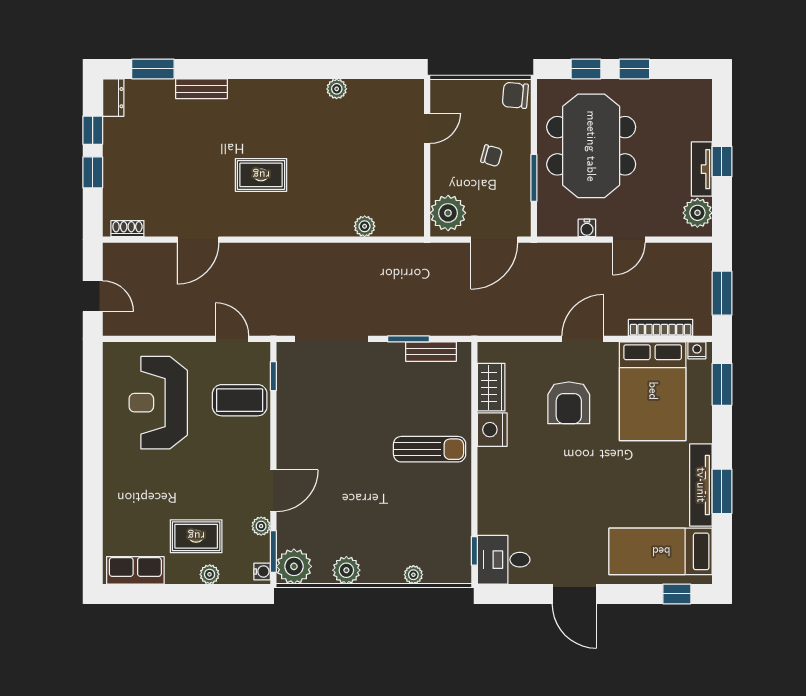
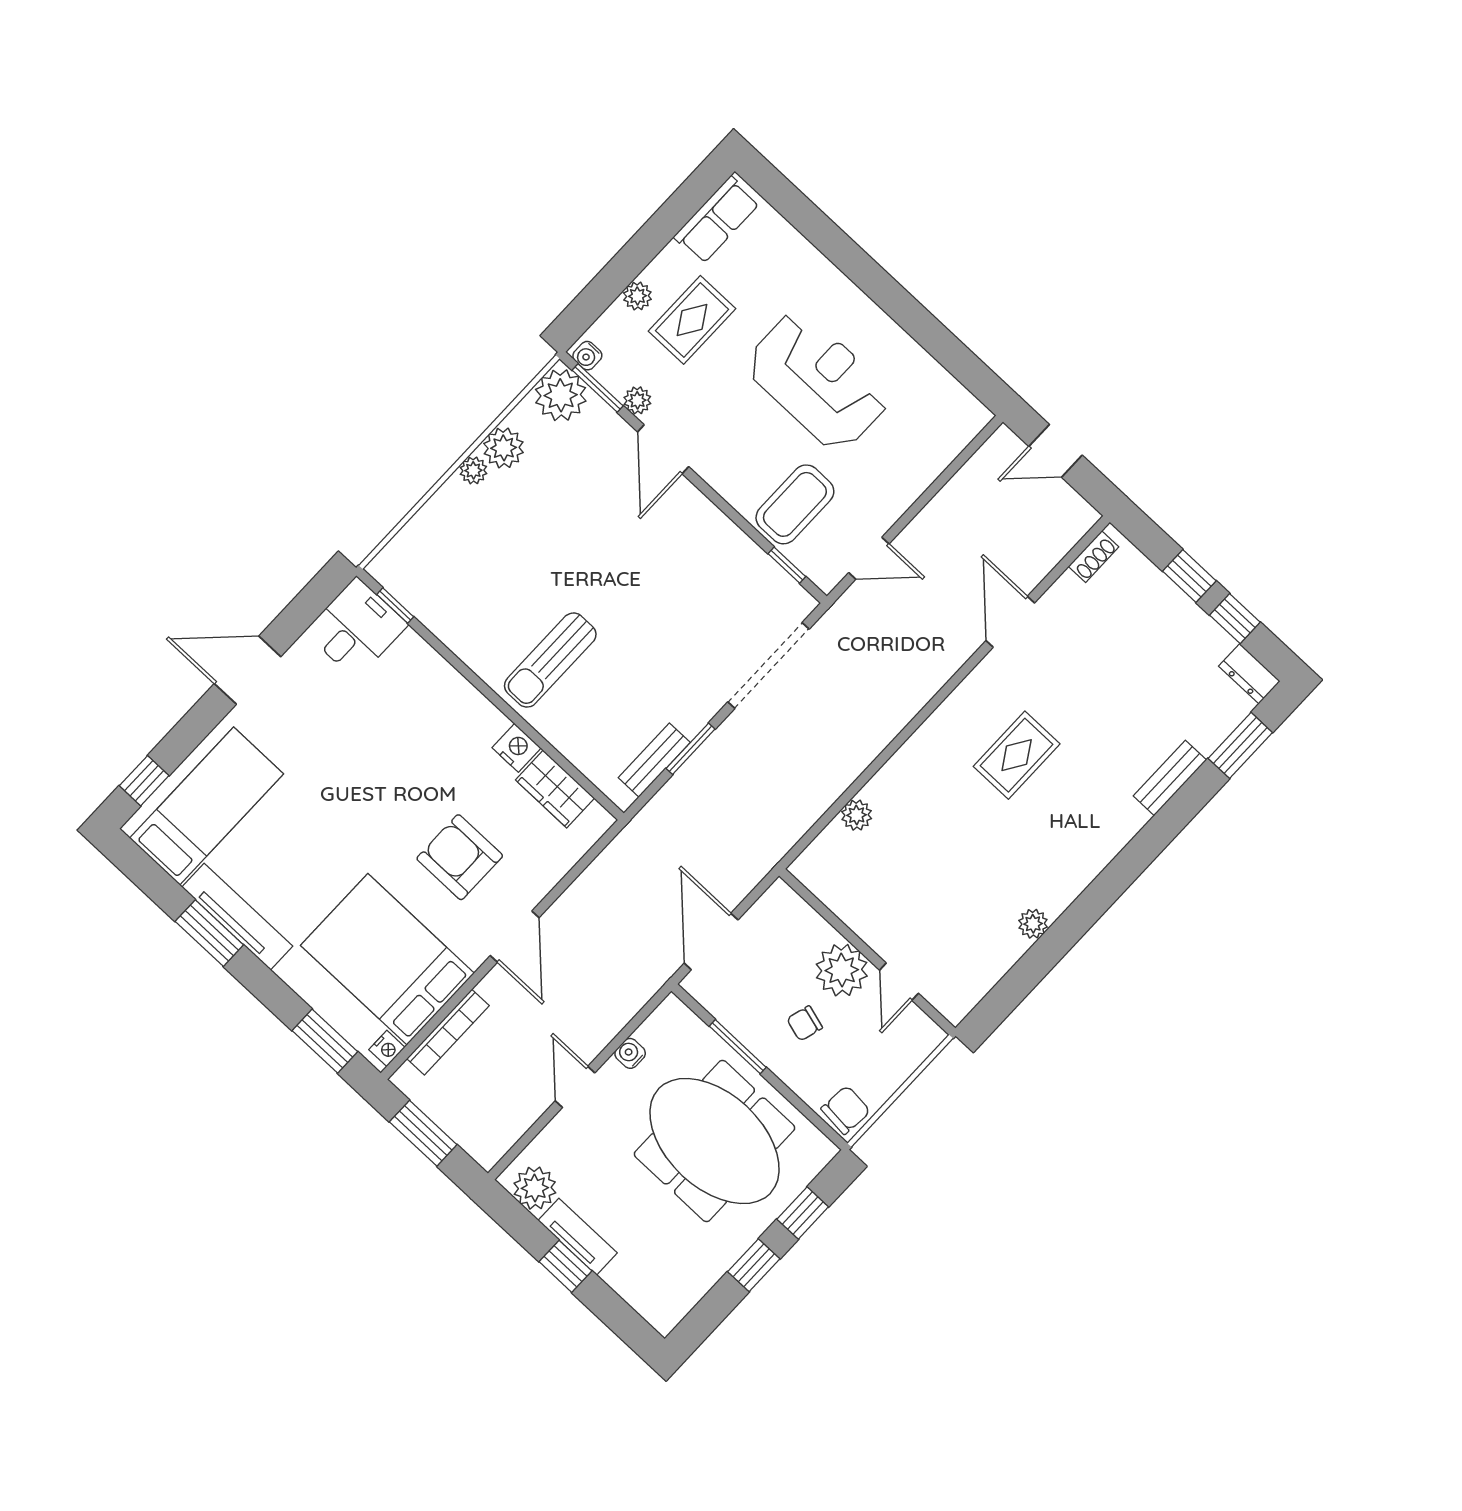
plant: (448, 213) -> (842, 970), moved
reception desk: (158, 403) -> (818, 381), moved
nightstand: (492, 430) -> (516, 748), width x0.74, depth x0.75
plant: (413, 575) -> (473, 470), moved

